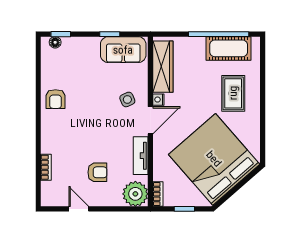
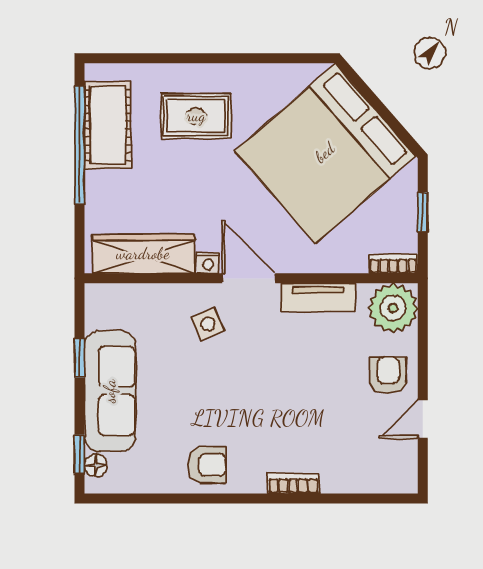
sofa: (123, 50) -> (110, 391), moved, width x1.36
bookcase: (46, 167) -> (293, 483), moved
armchair: (97, 172) -> (388, 375), moved

